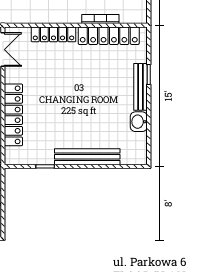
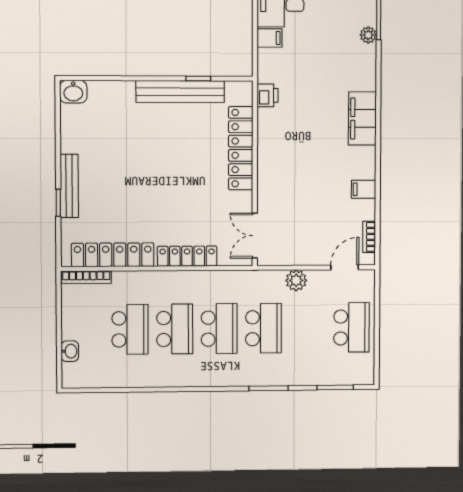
bookcase: (100, 19) -> (86, 277), moved
washbasin: (139, 122) -> (73, 92), moved, turned 90
bench: (87, 157) -> (180, 92), moved

